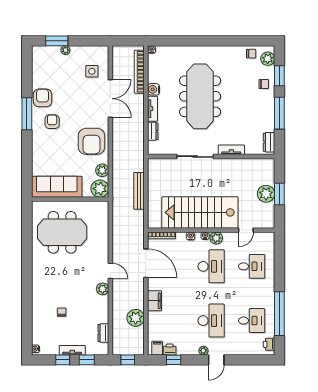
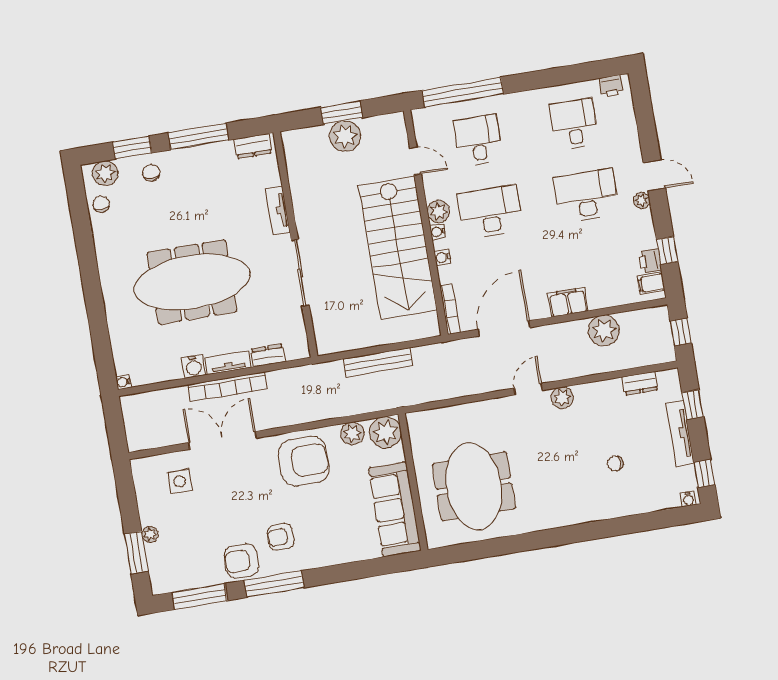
window: (27, 72) -> (200, 597), added
bookcase: (139, 72) -> (228, 387), moved
window: (279, 314) -> (463, 92), moved
tv unit: (72, 350) -> (680, 433), width x1.41
window: (63, 360) -> (704, 474), moved

